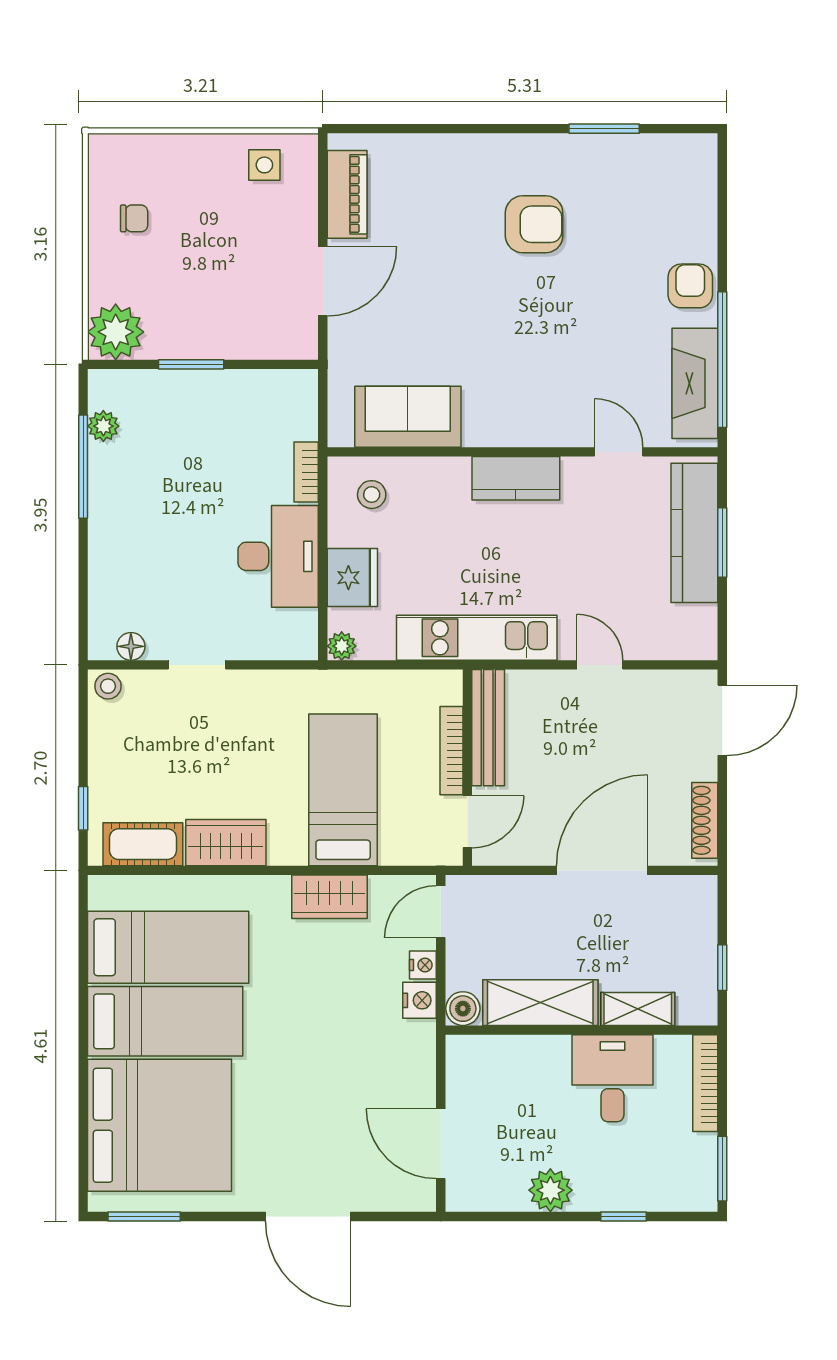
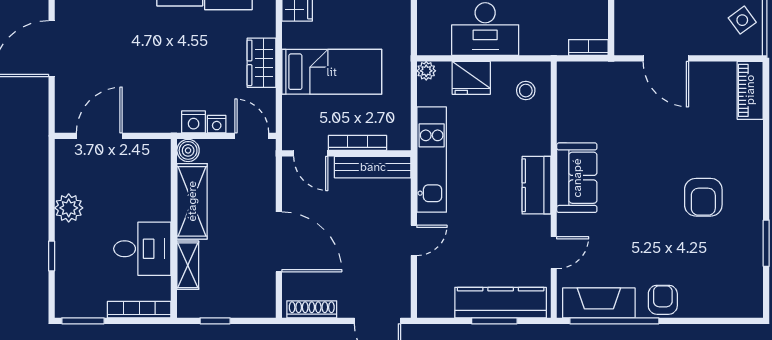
side table: (264, 165) -> (742, 20), turned -36
piano: (347, 194) -> (750, 90), moved, turned 90
armchair: (690, 286) -> (663, 300), turned -90
sofa: (408, 417) -> (577, 178), moved
bookcase: (306, 472) -> (588, 47), moved

